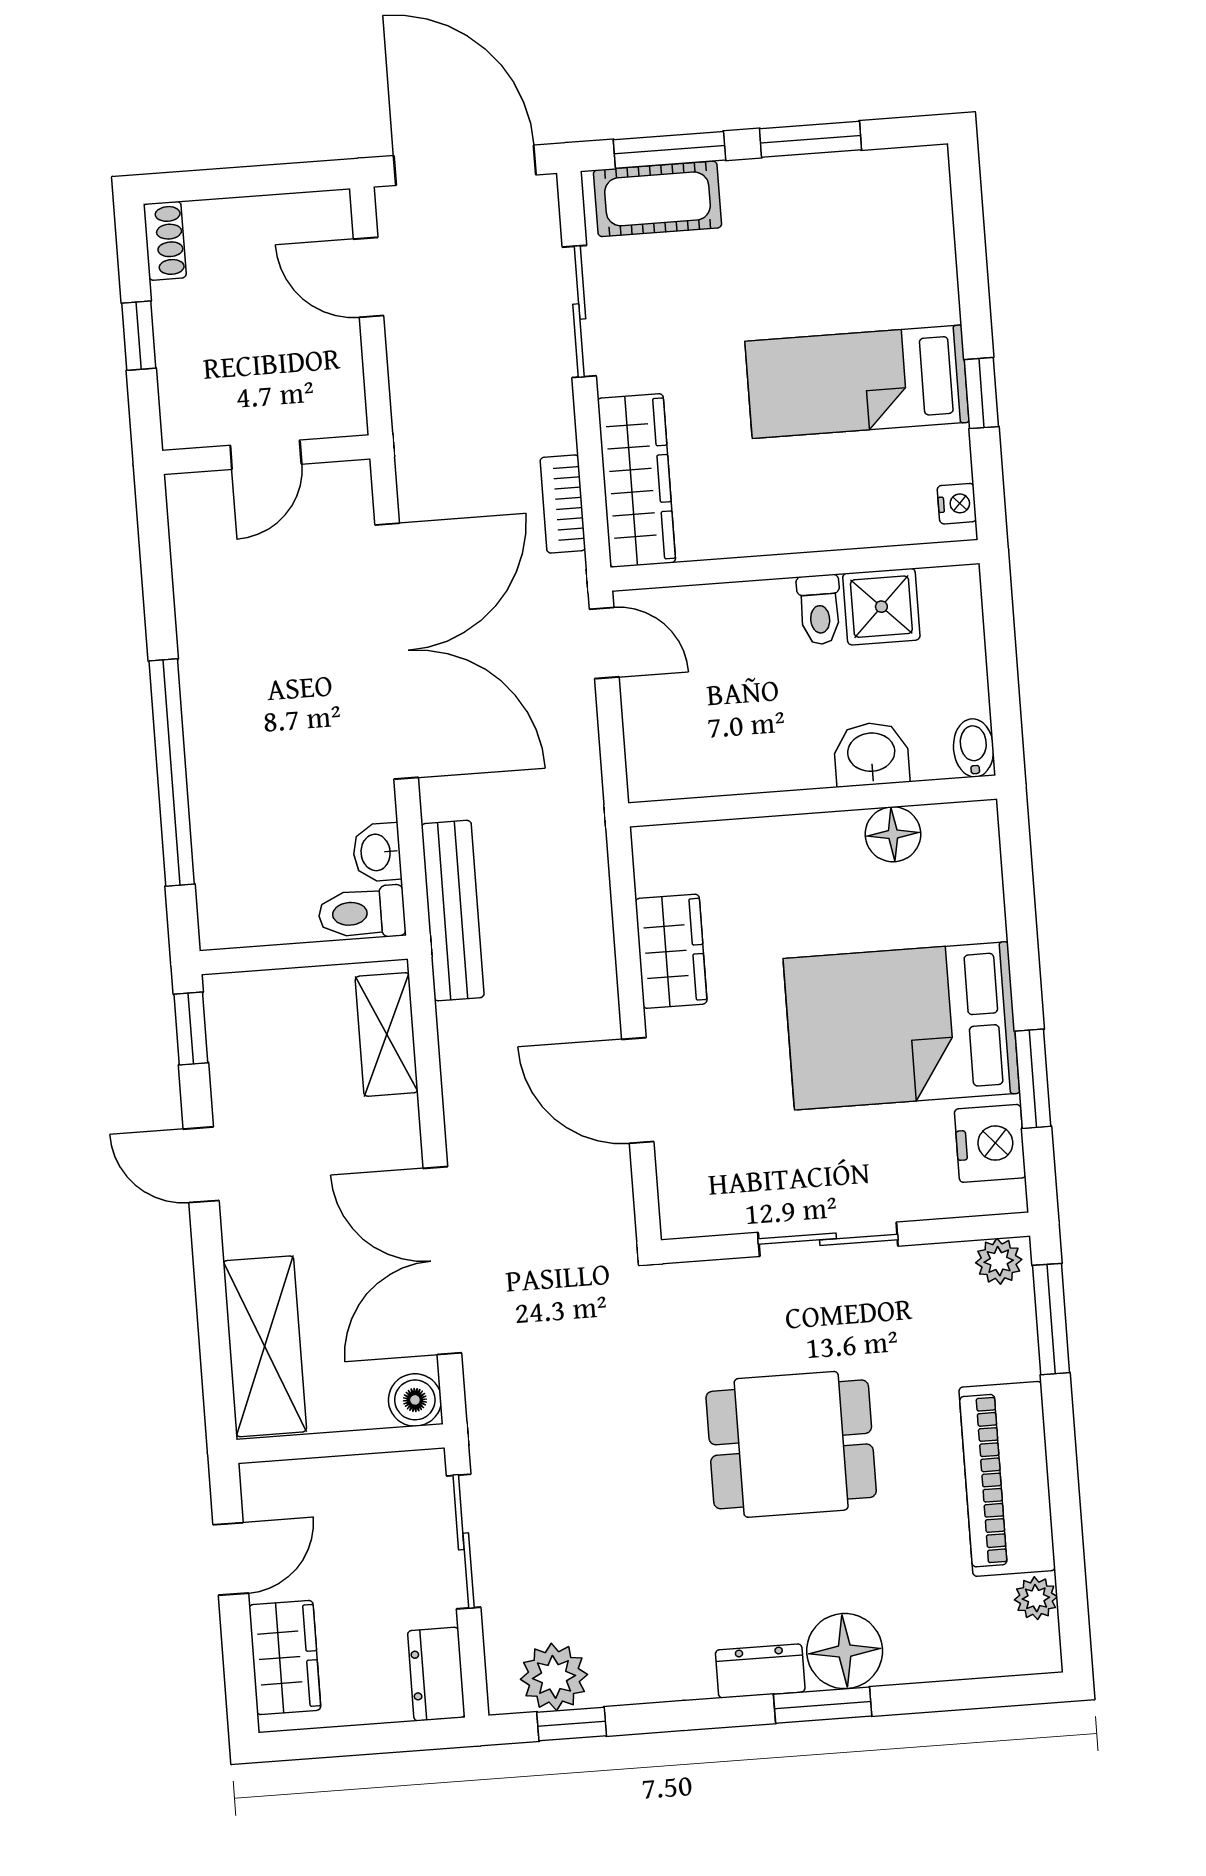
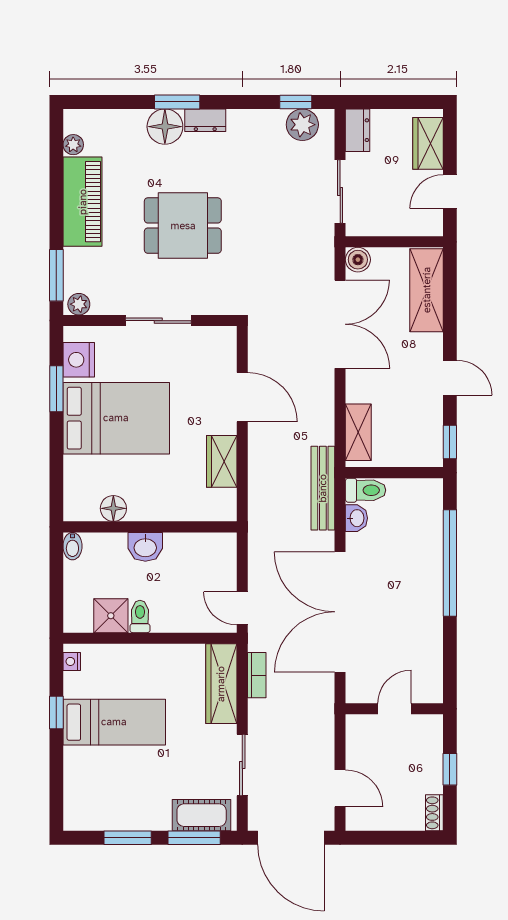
washbasin: (871, 754) -> (145, 547), moved

